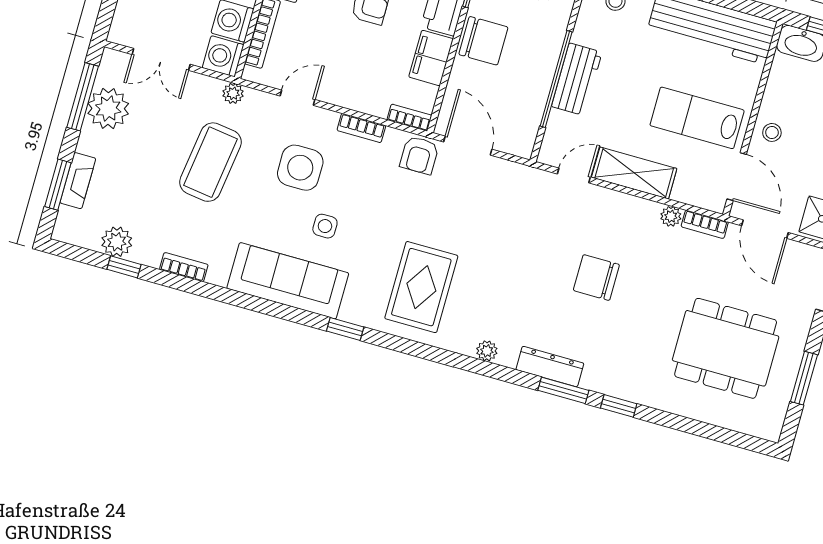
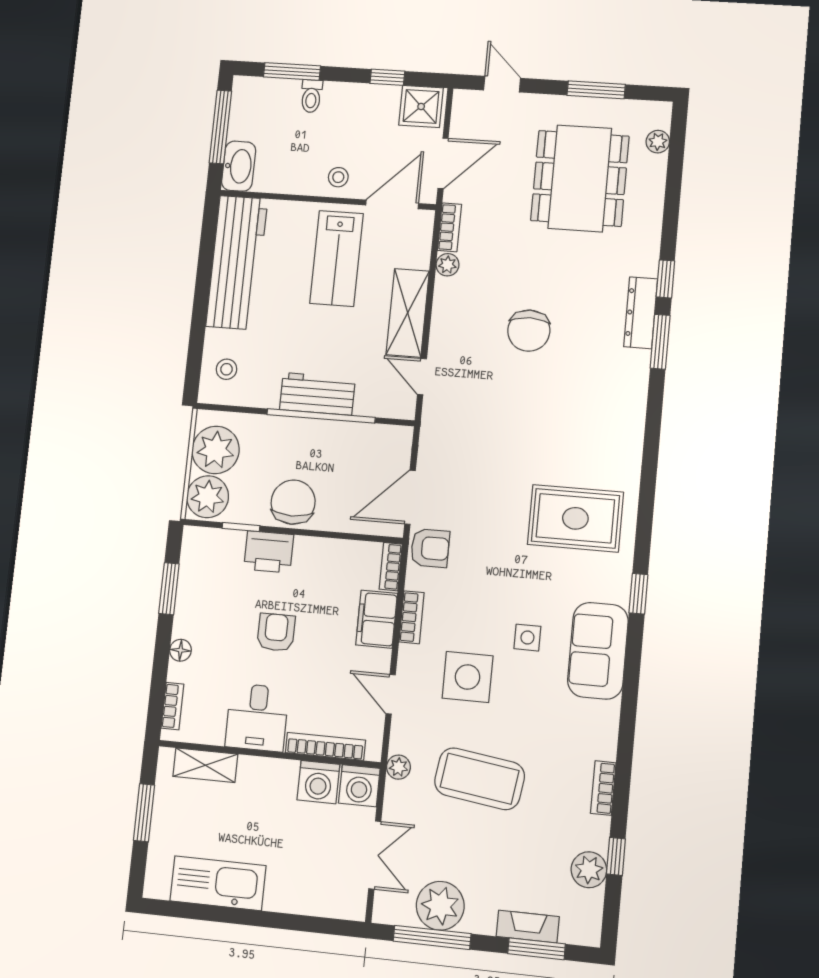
filing cabinet: (431, 58) -> (377, 619), moved, turned 90
sofa: (288, 281) -> (598, 651), width x0.73
plant: (487, 351) -> (658, 142), moved
dresser: (550, 366) -> (641, 313), moved

